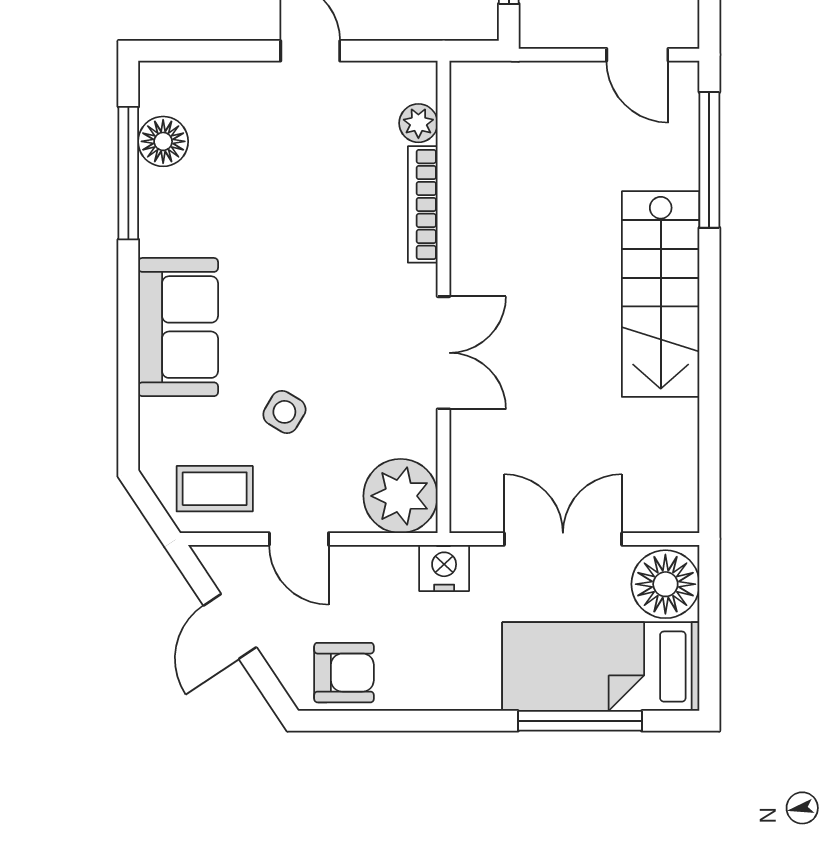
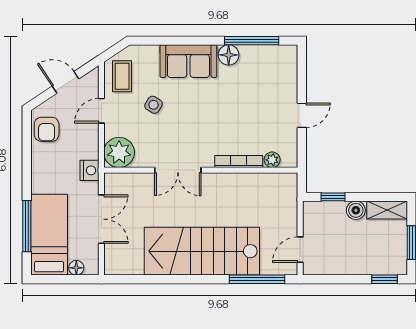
floor lamp: (163, 141) -> (229, 55), moved
stairs: (661, 294) -> (202, 251), width x1.36, depth x1.51
floor lamp: (665, 584) -> (76, 268), width x0.53, depth x0.53

